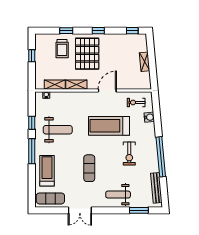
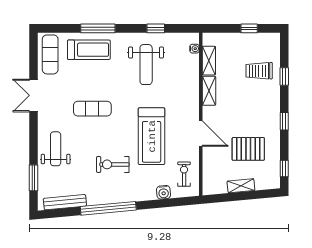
pallet: (87, 54) -> (248, 149), moved, width x0.73, depth x0.71
treadmill: (109, 126) -> (152, 136), turned 180
window: (32, 151) -> (98, 28), moved

